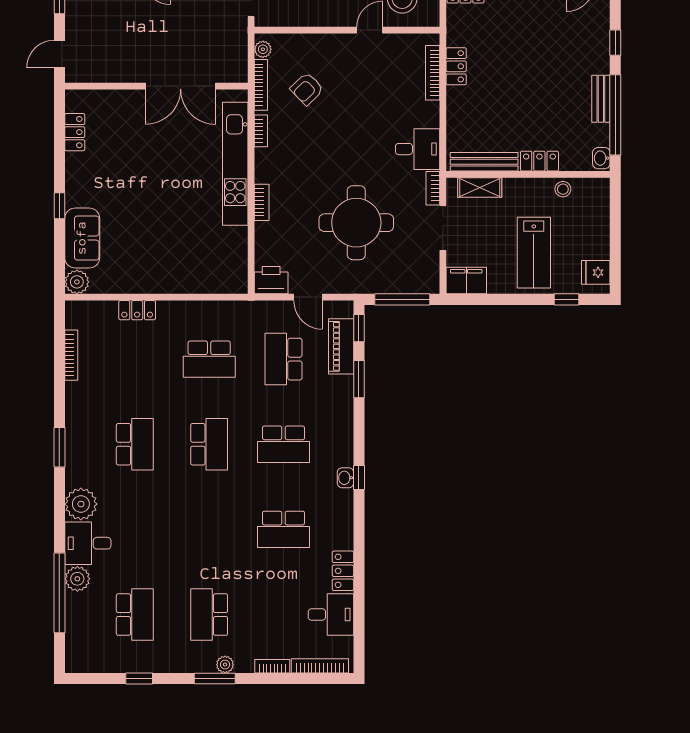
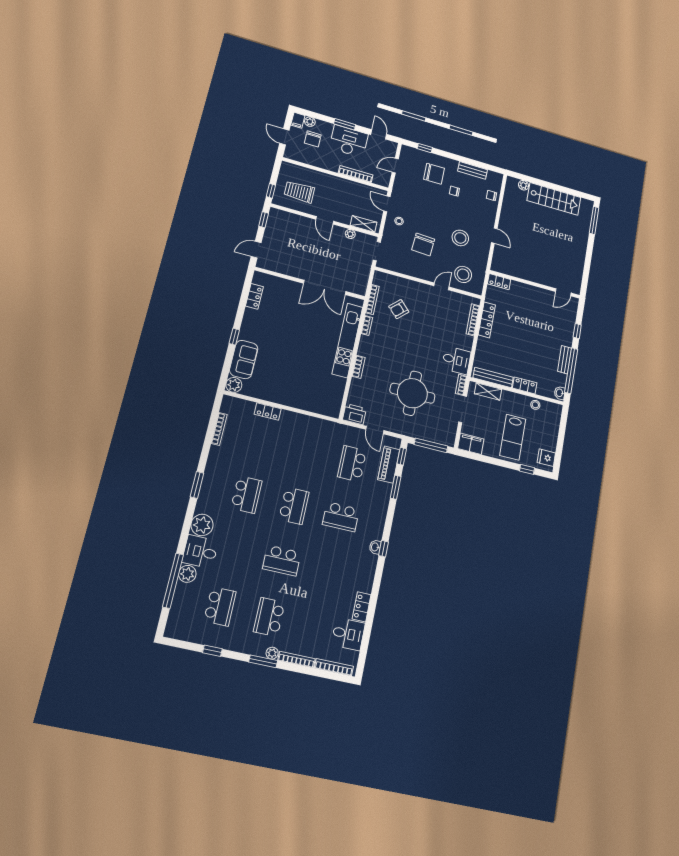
plant: (263, 49) -> (378, 280), removed
locker: (456, 66) -> (487, 320), width x1.53
school desk: (209, 359) -> (306, 453), removed
school desk: (284, 529) -> (282, 561), moved
bookcase: (272, 666) -> (297, 660), width x1.56

